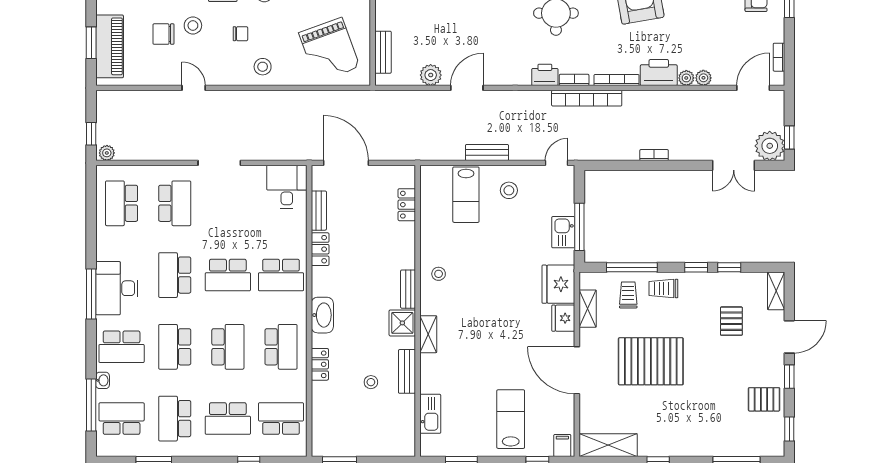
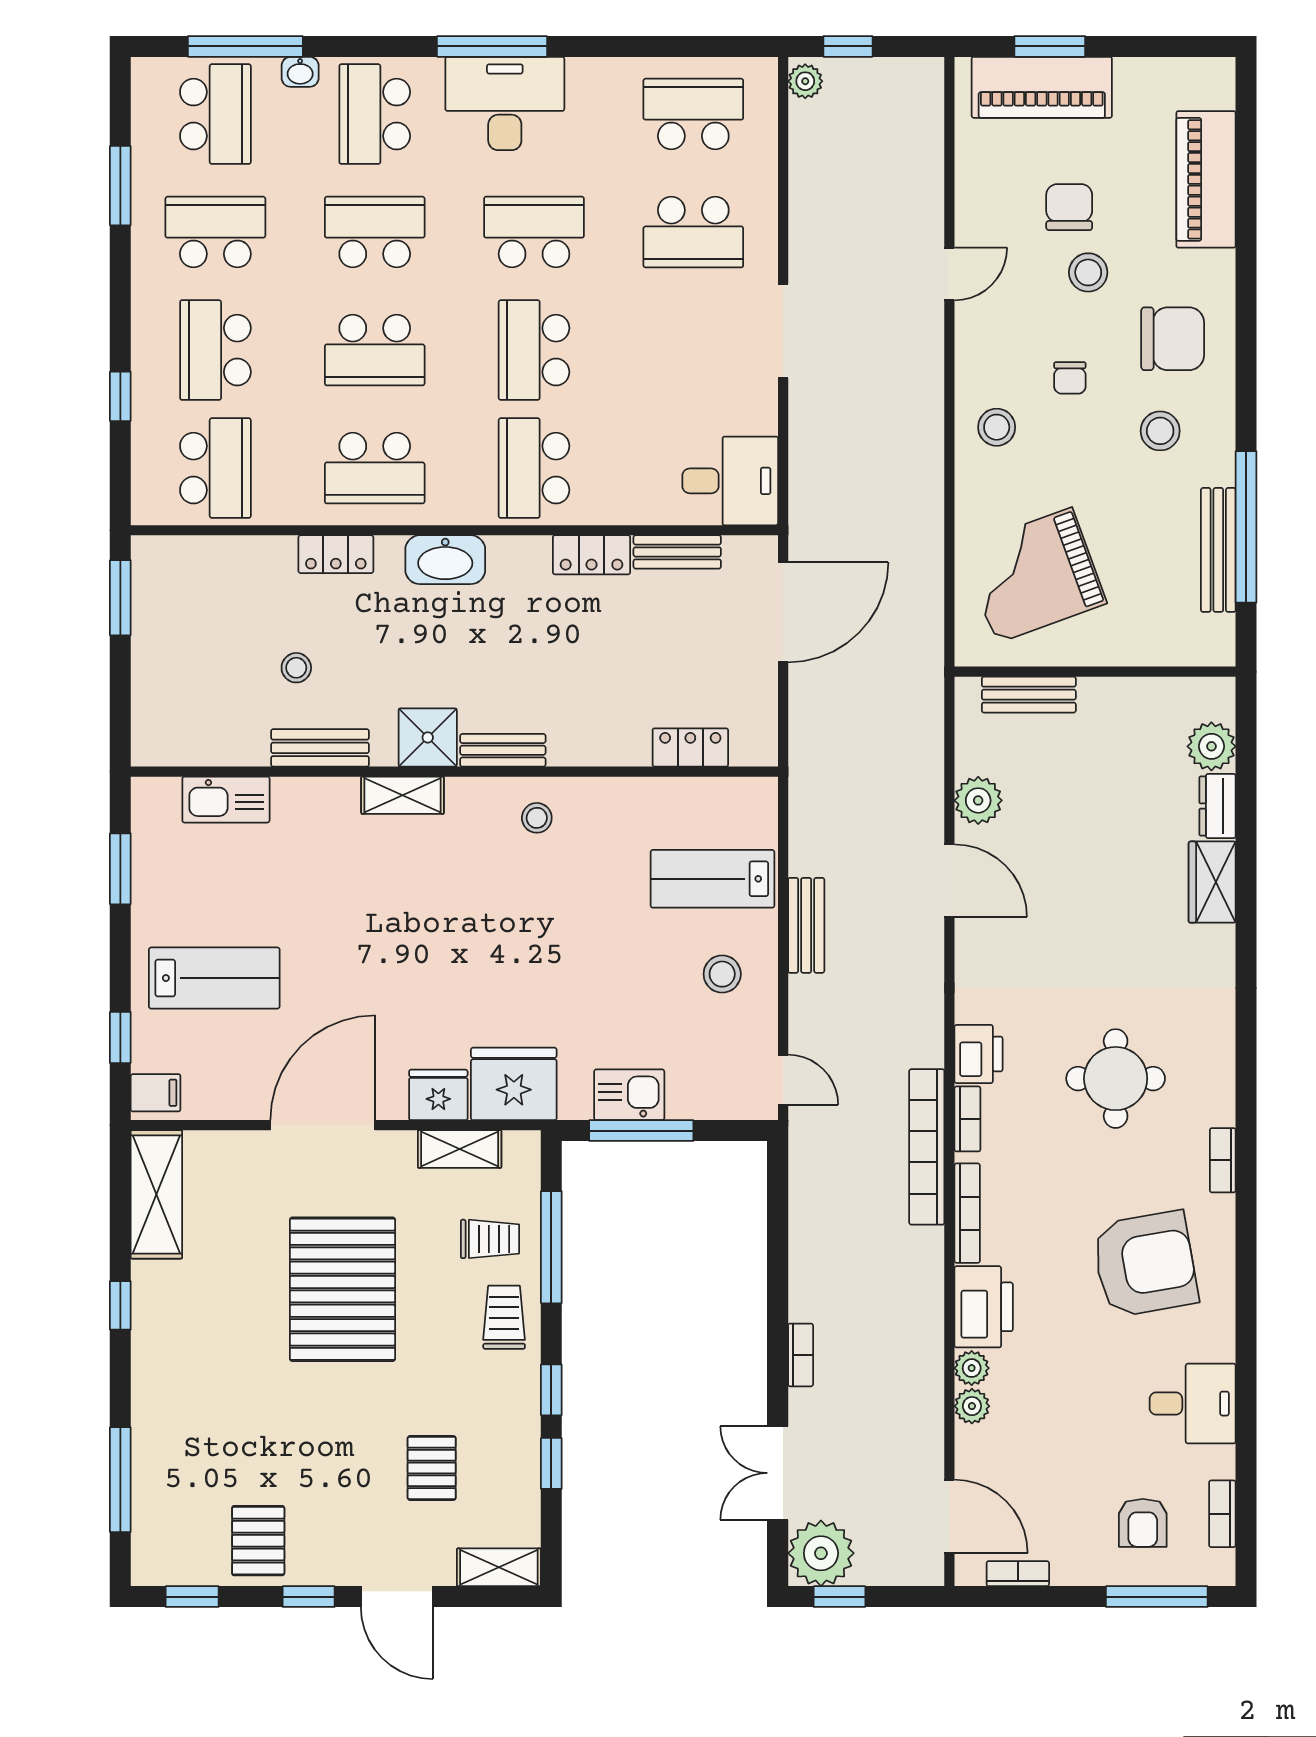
bookcase: (654, 155) -> (801, 1355), moved
pallet: (731, 321) -> (432, 1468), turned 90

